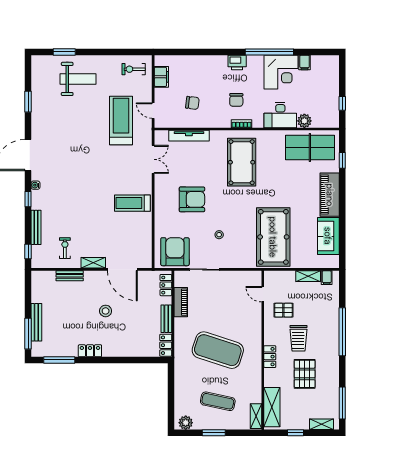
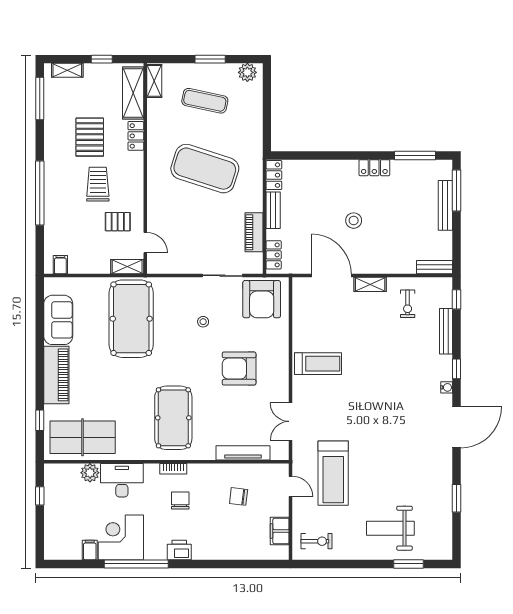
bench: (70, 276) -> (435, 267), moved
shelving: (308, 276) -> (127, 267), moved
locker: (270, 357) -> (136, 136), moved

